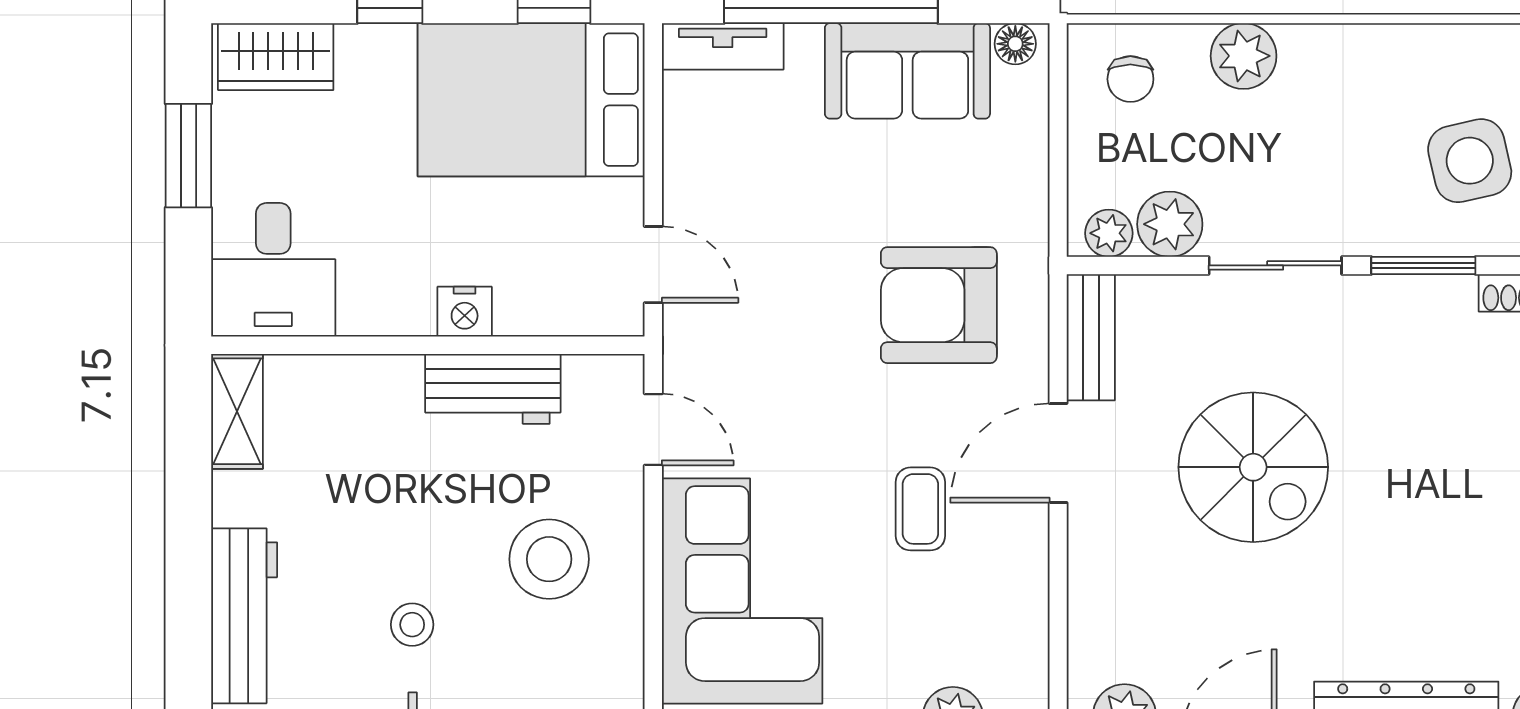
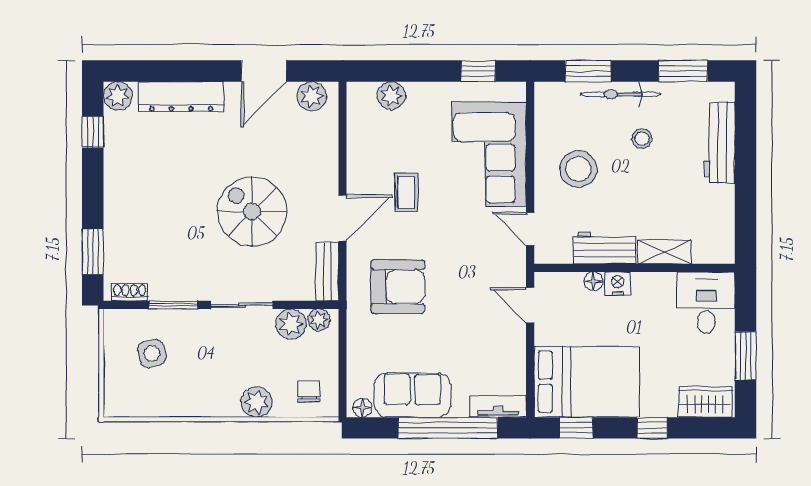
side table: (1470, 161) -> (152, 353), width x0.73, depth x0.73
floor lamp: (517, 316) -> (593, 281), added
shelving: (237, 411) -> (665, 252), moved, turned 90

